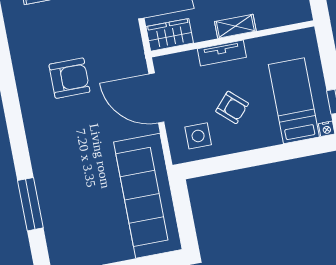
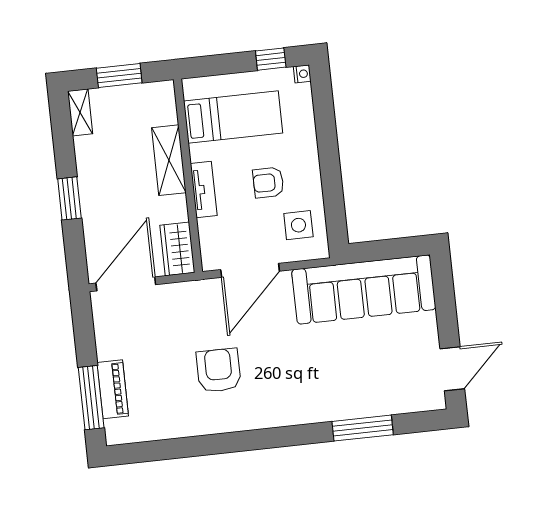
shelving: (235, 26) -> (169, 160), width x1.50, depth x1.33
bed: (294, 101) -> (233, 117), moved, turned 180
armchair: (232, 107) -> (268, 183), turned -132

